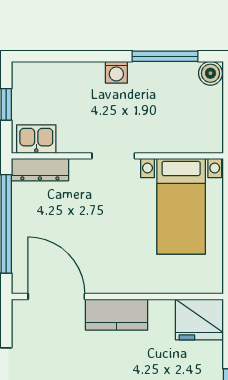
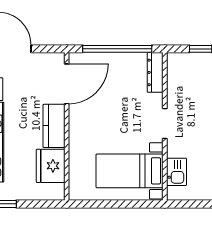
kitchen sink: (36, 139) -> (176, 172), moved
fridge: (199, 319) -> (51, 166), moved

